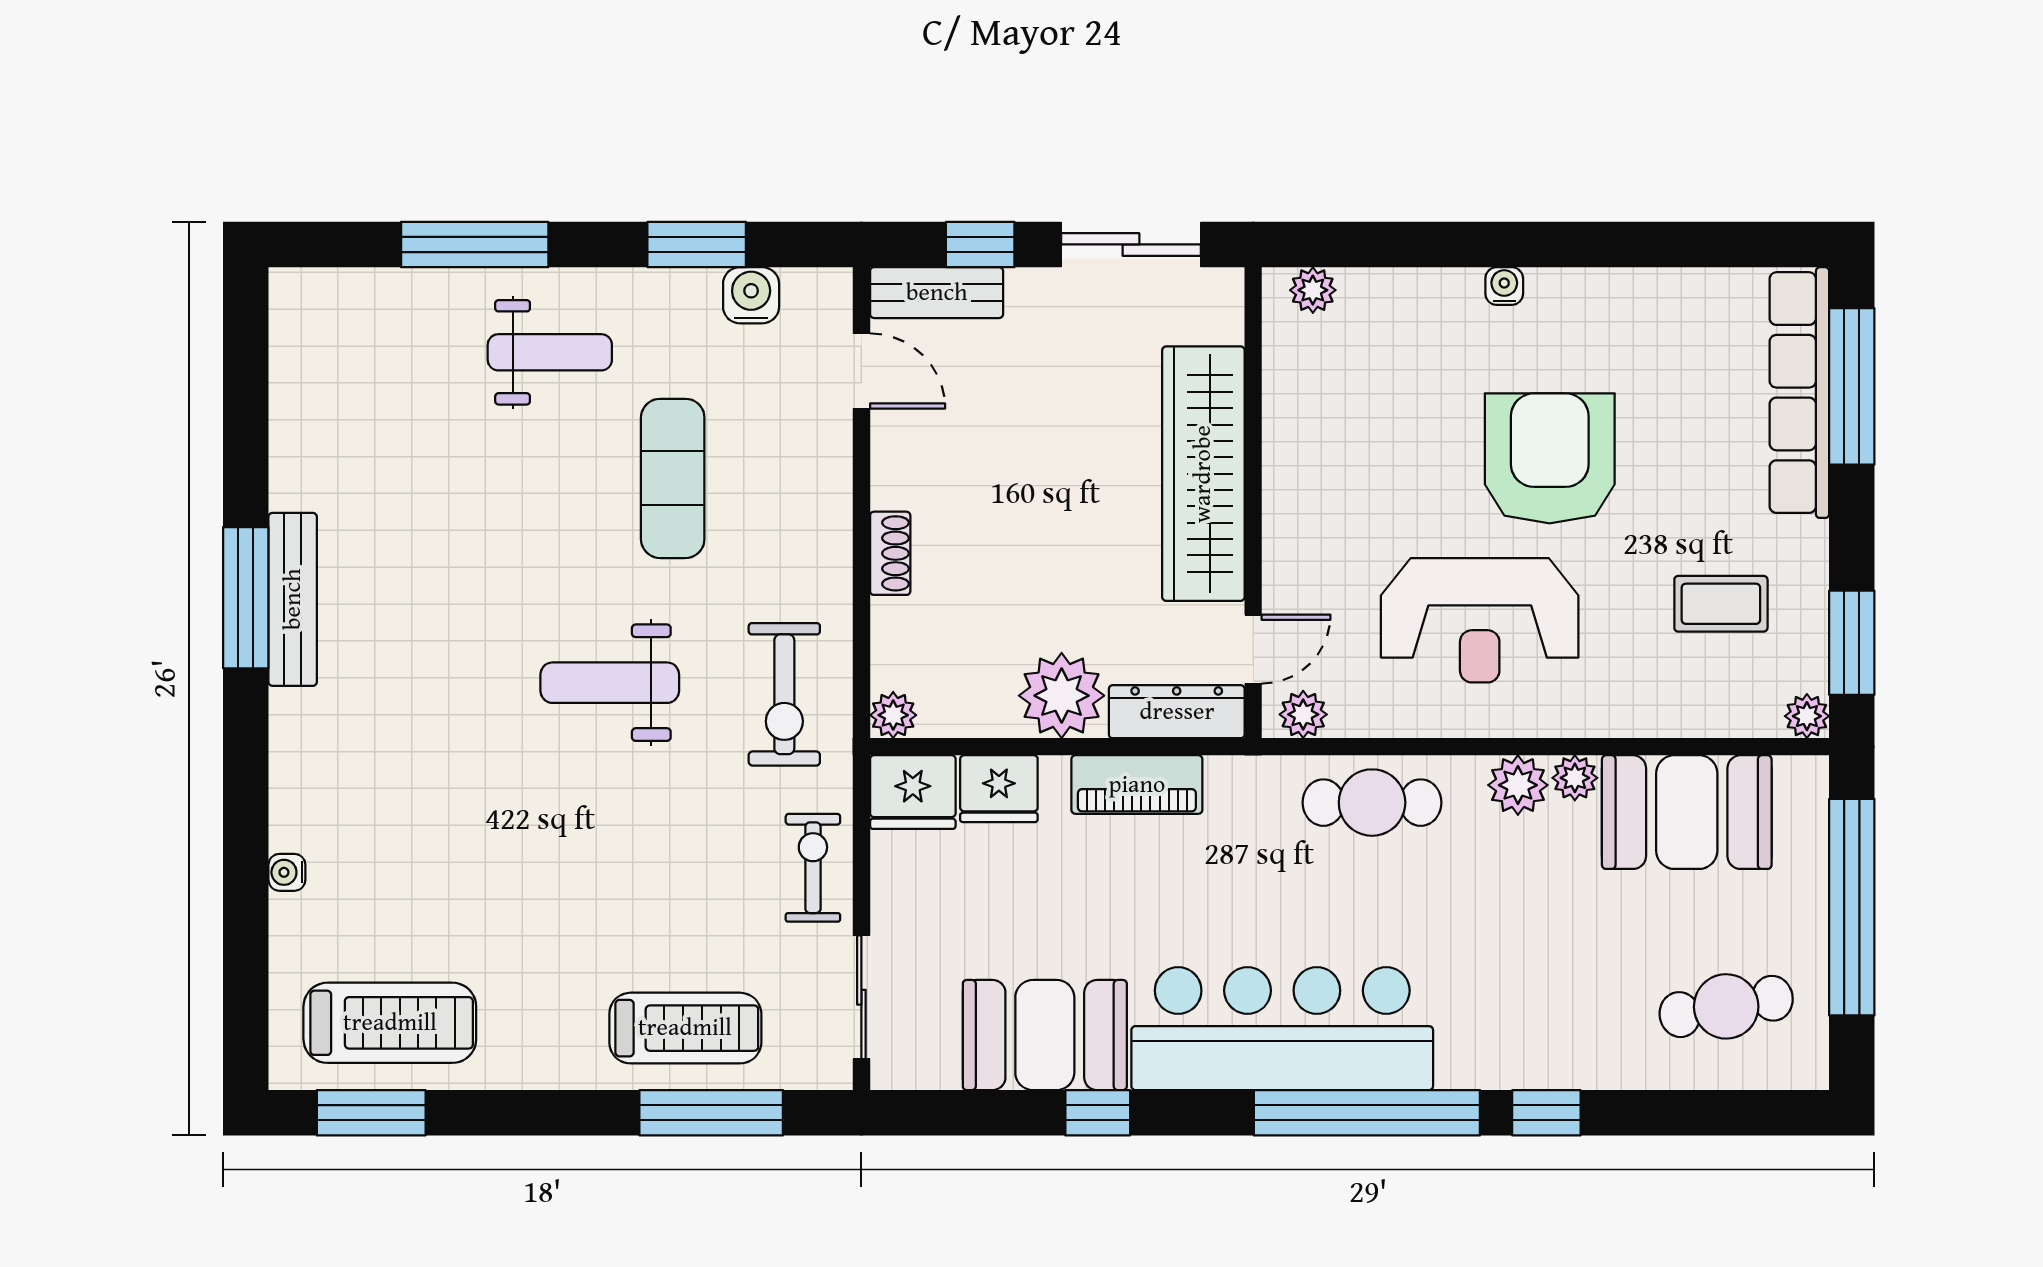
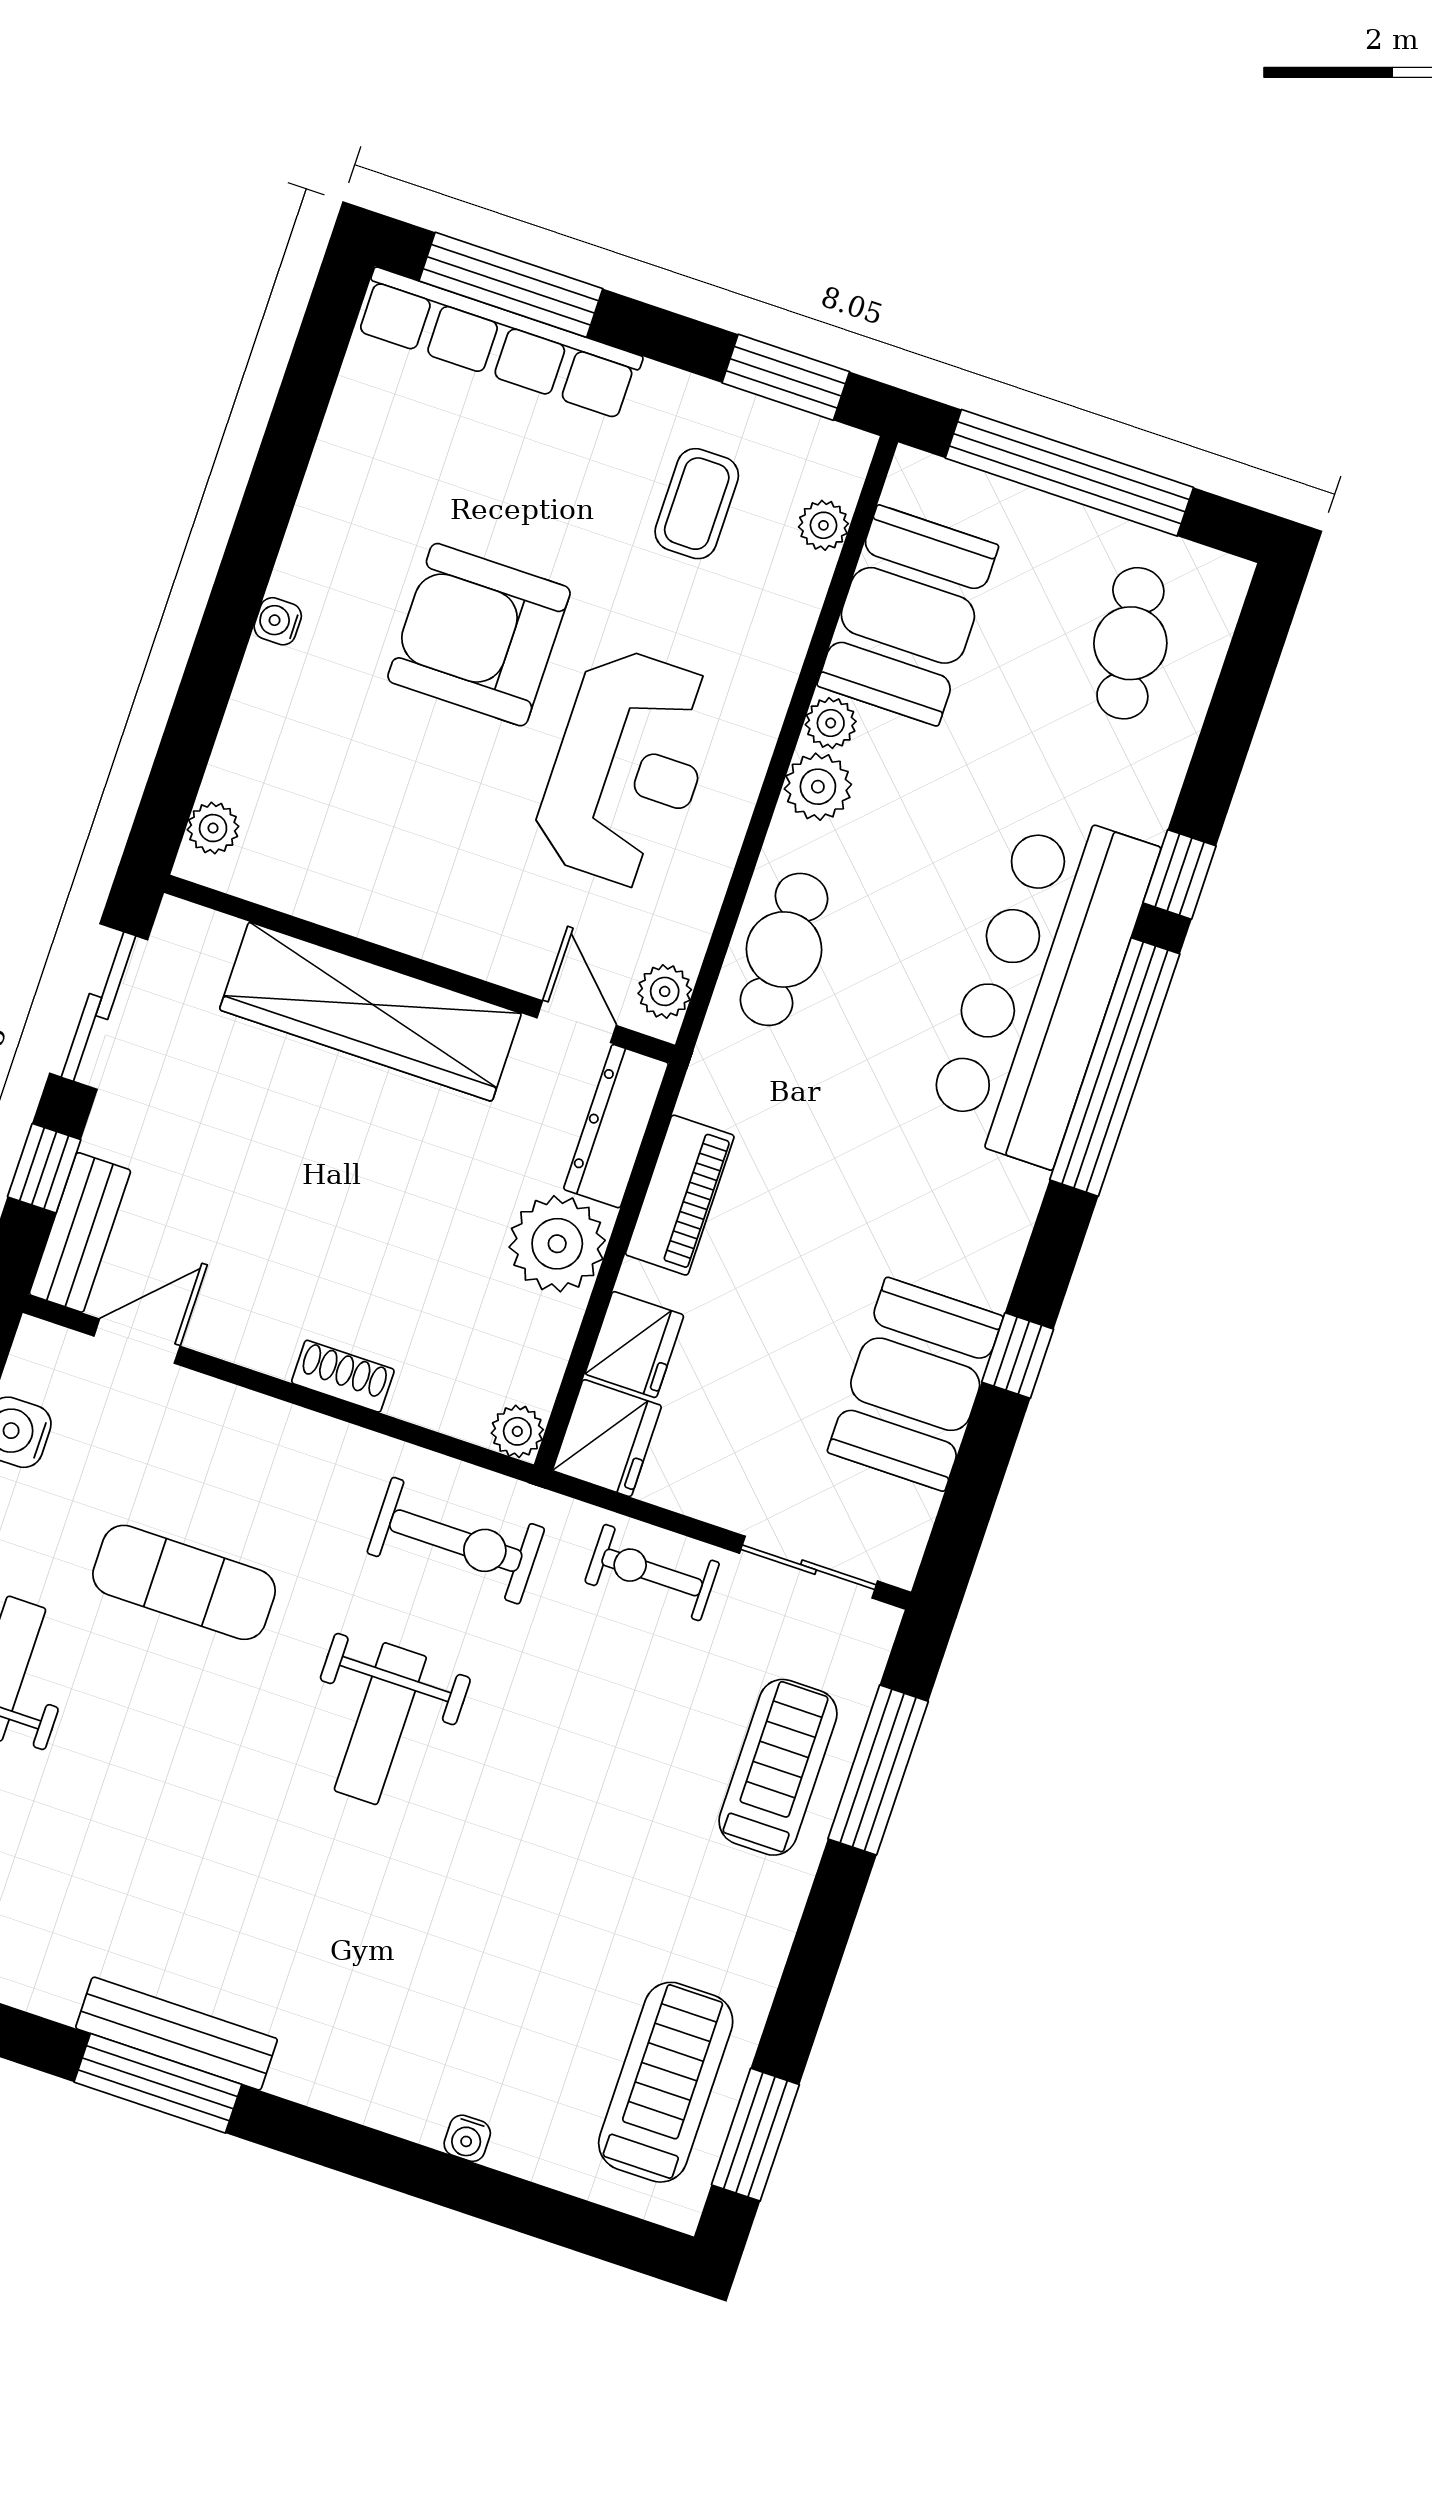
plant: (1807, 716) -> (823, 525), moved
bar counter: (1282, 1029) -> (1041, 987), moved

